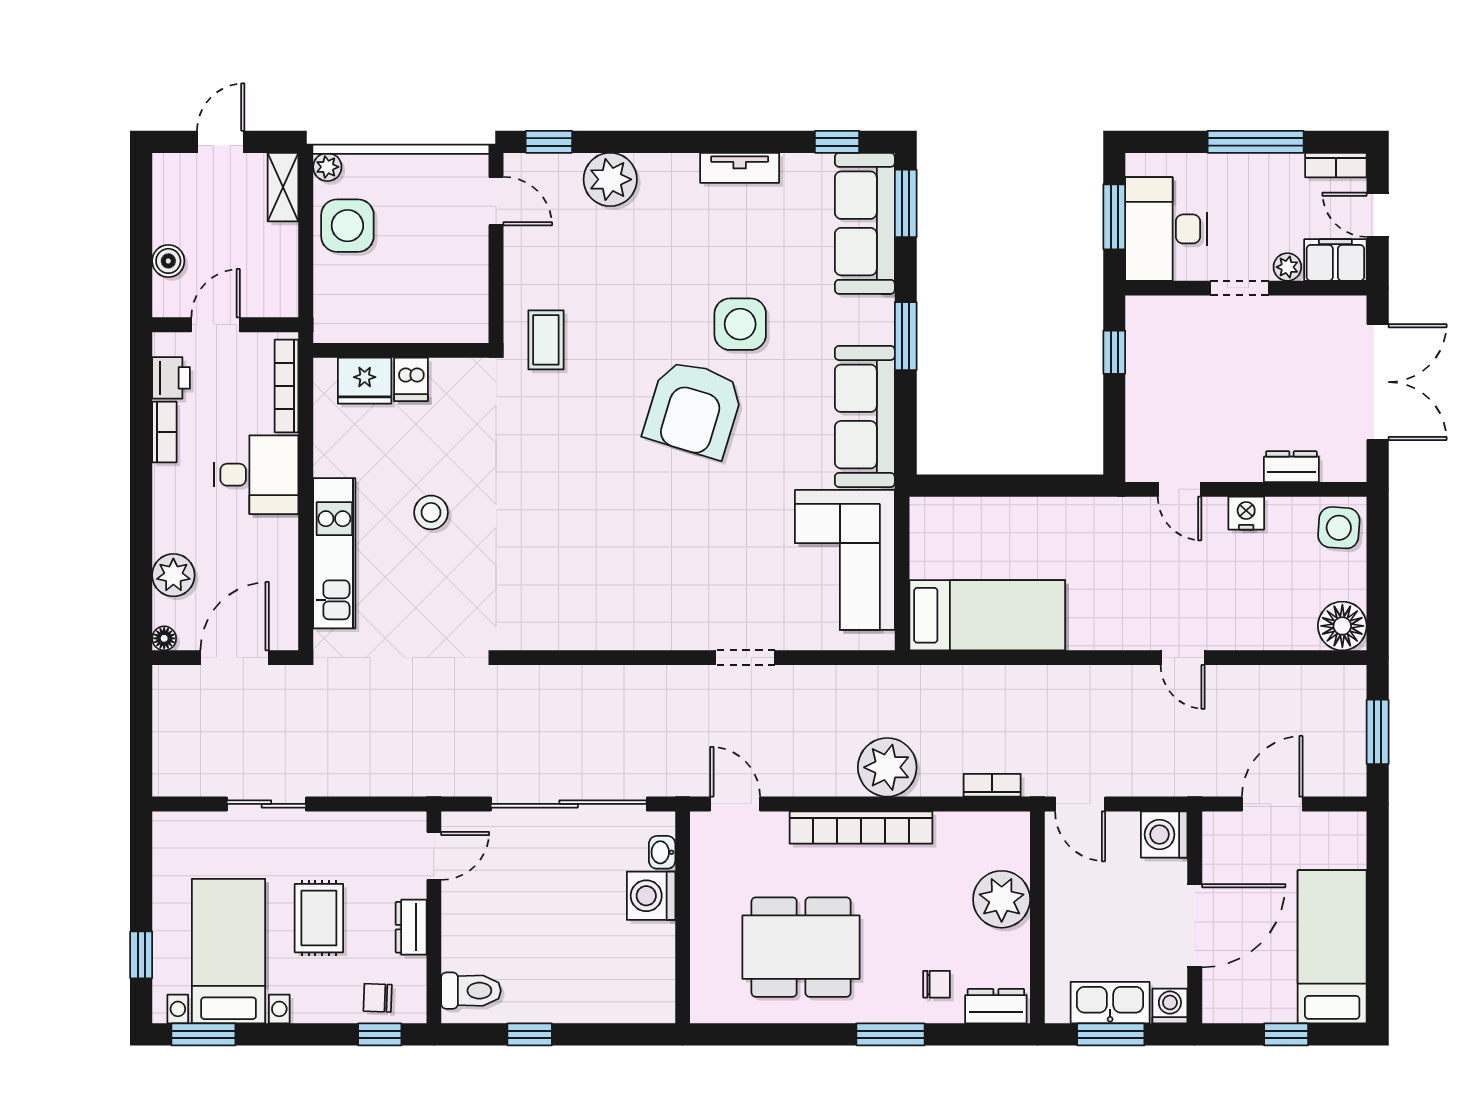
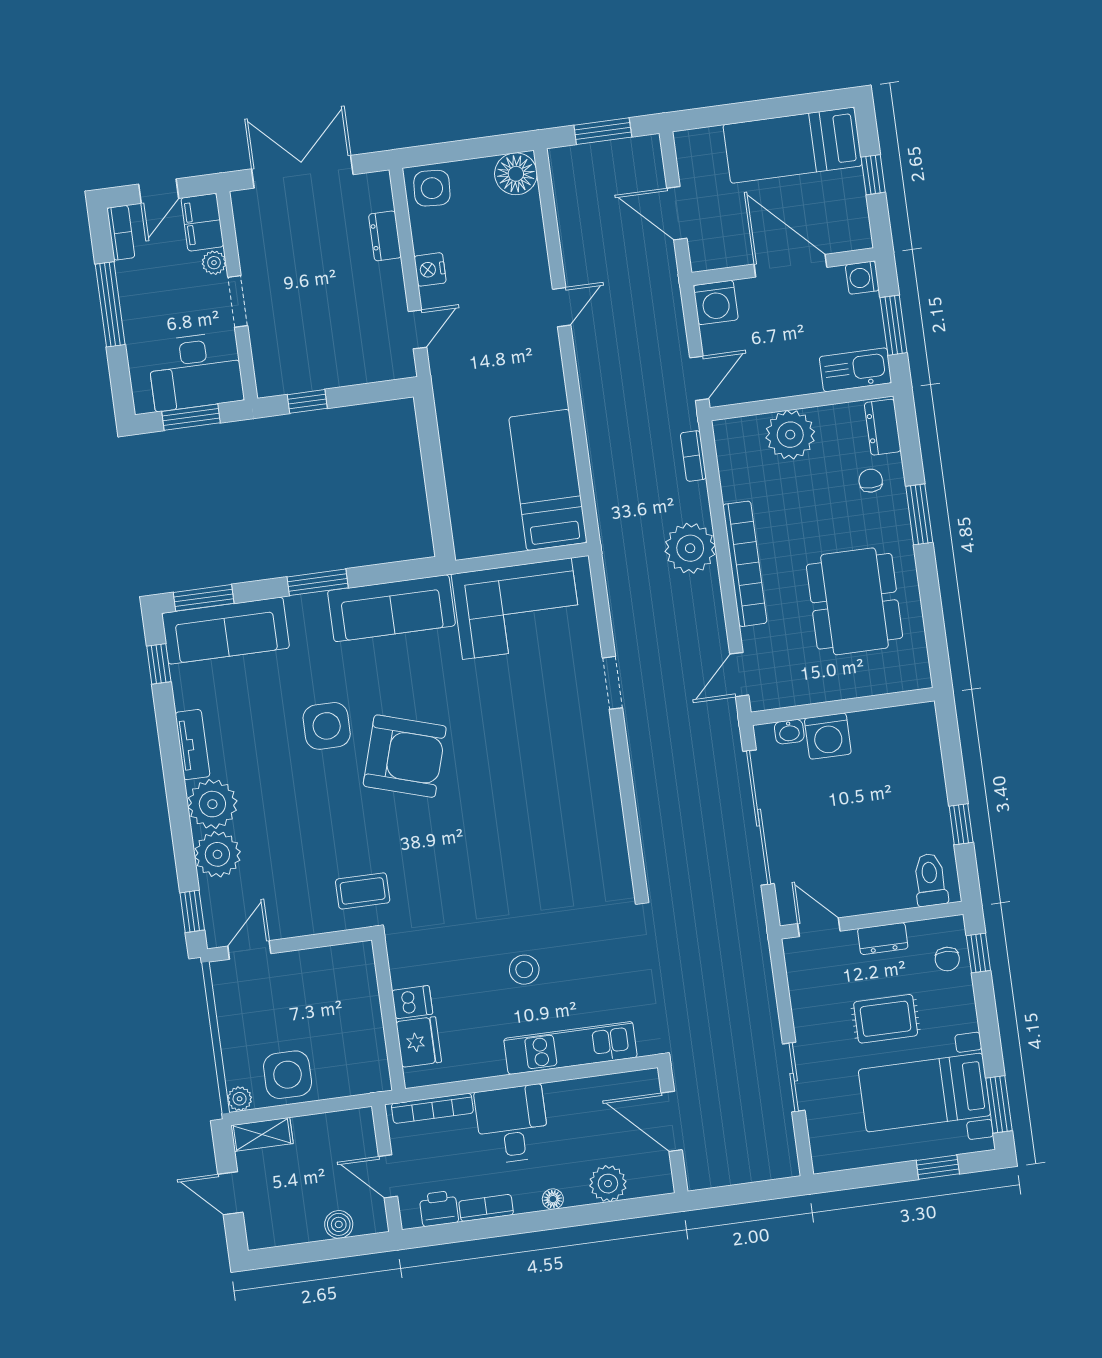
plant: (668, 182) -> (212, 804), added
floor lamp: (164, 638) -> (553, 1199), moved
kitchen sink: (1110, 1003) -> (855, 370), moved, turned 90

